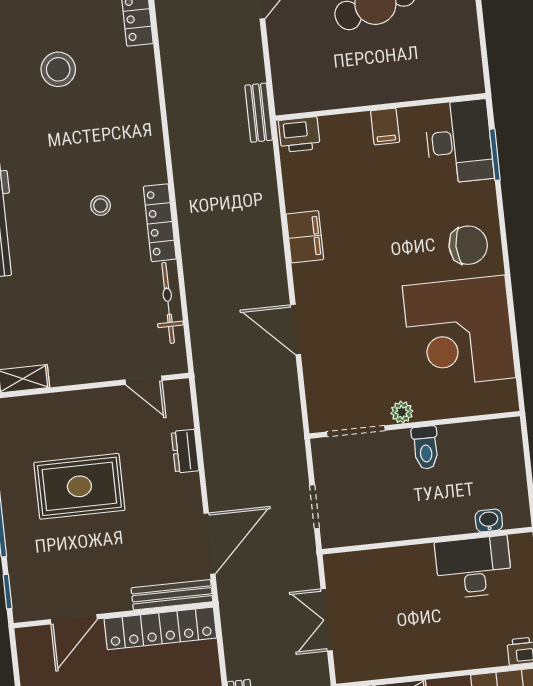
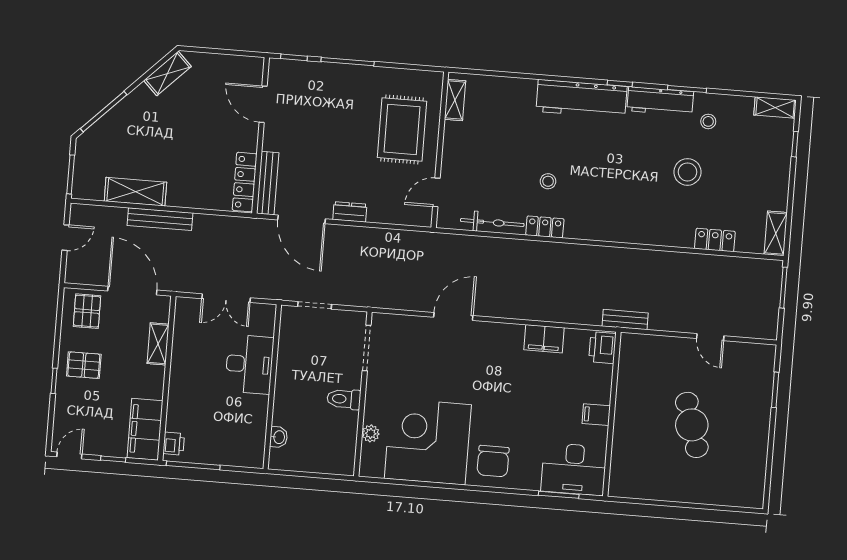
stool: (100, 206) -> (548, 181), moved
locker: (160, 223) -> (545, 227), width x0.66
filing cabinet: (305, 237) -> (544, 339), moved
plant: (402, 412) -> (371, 433), moved
dresser: (185, 451) -> (350, 212), moved
rug: (79, 486) -> (402, 129), moved
desk: (474, 567) -> (249, 364), moved
double door: (327, 620) -> (226, 298), swing flipped
locker: (160, 628) -> (245, 182), width x0.71, depth x0.83

